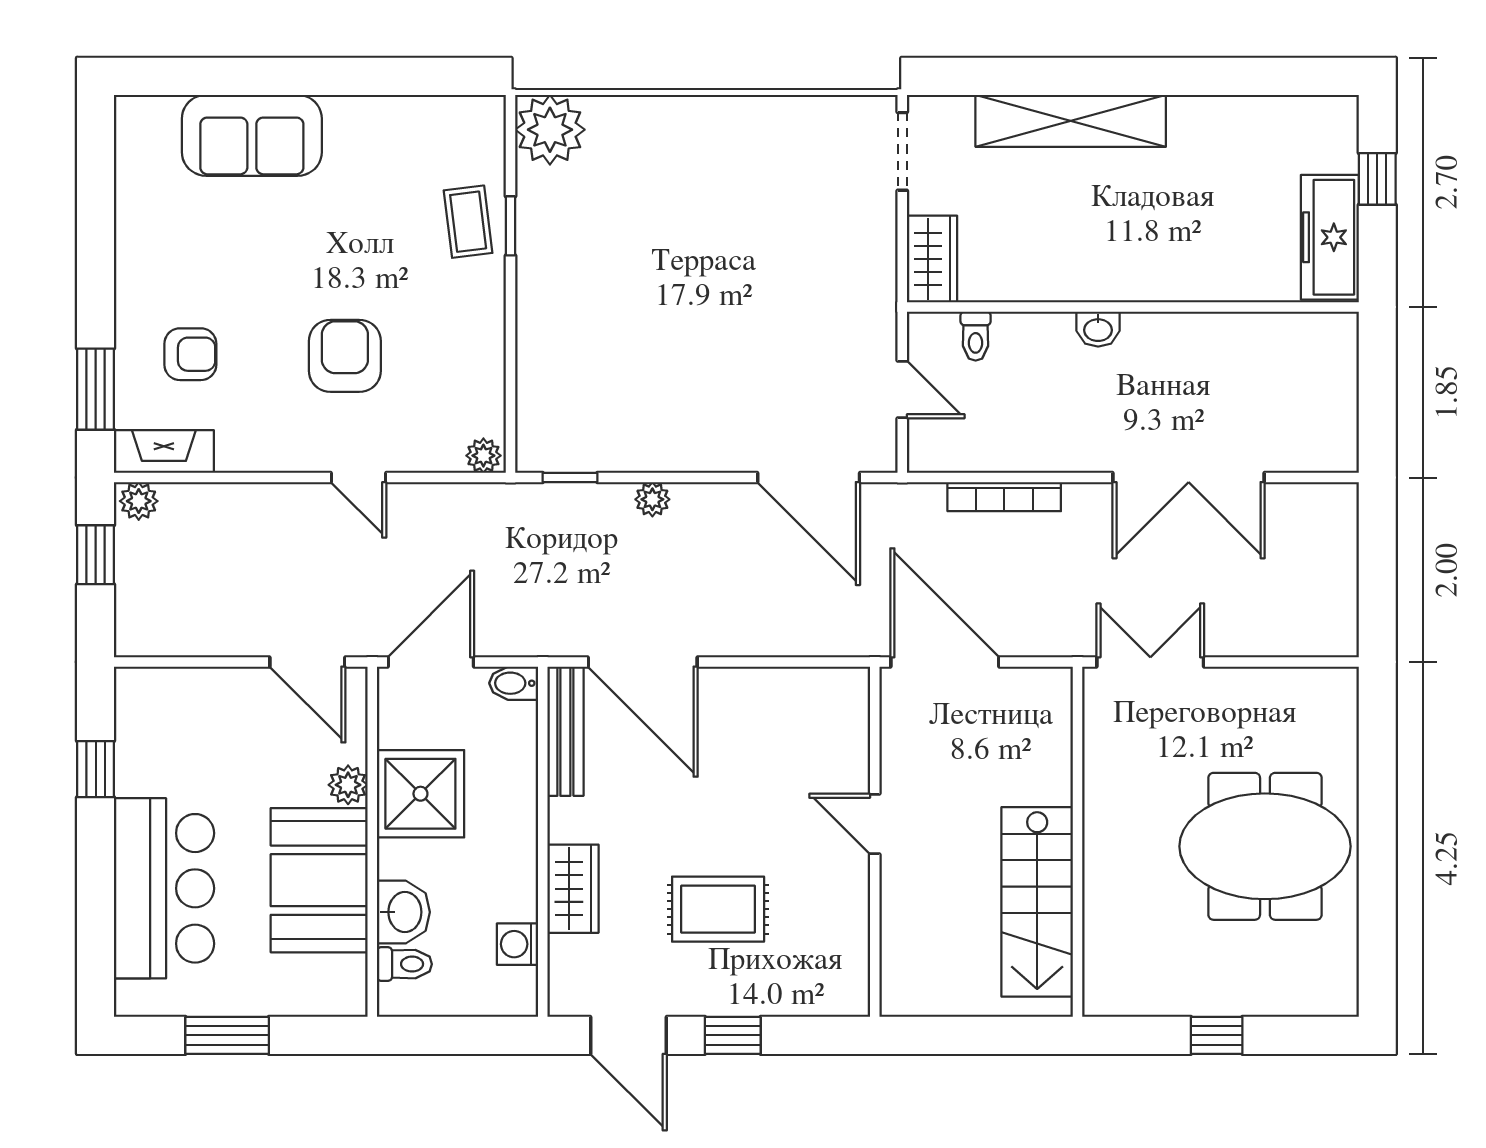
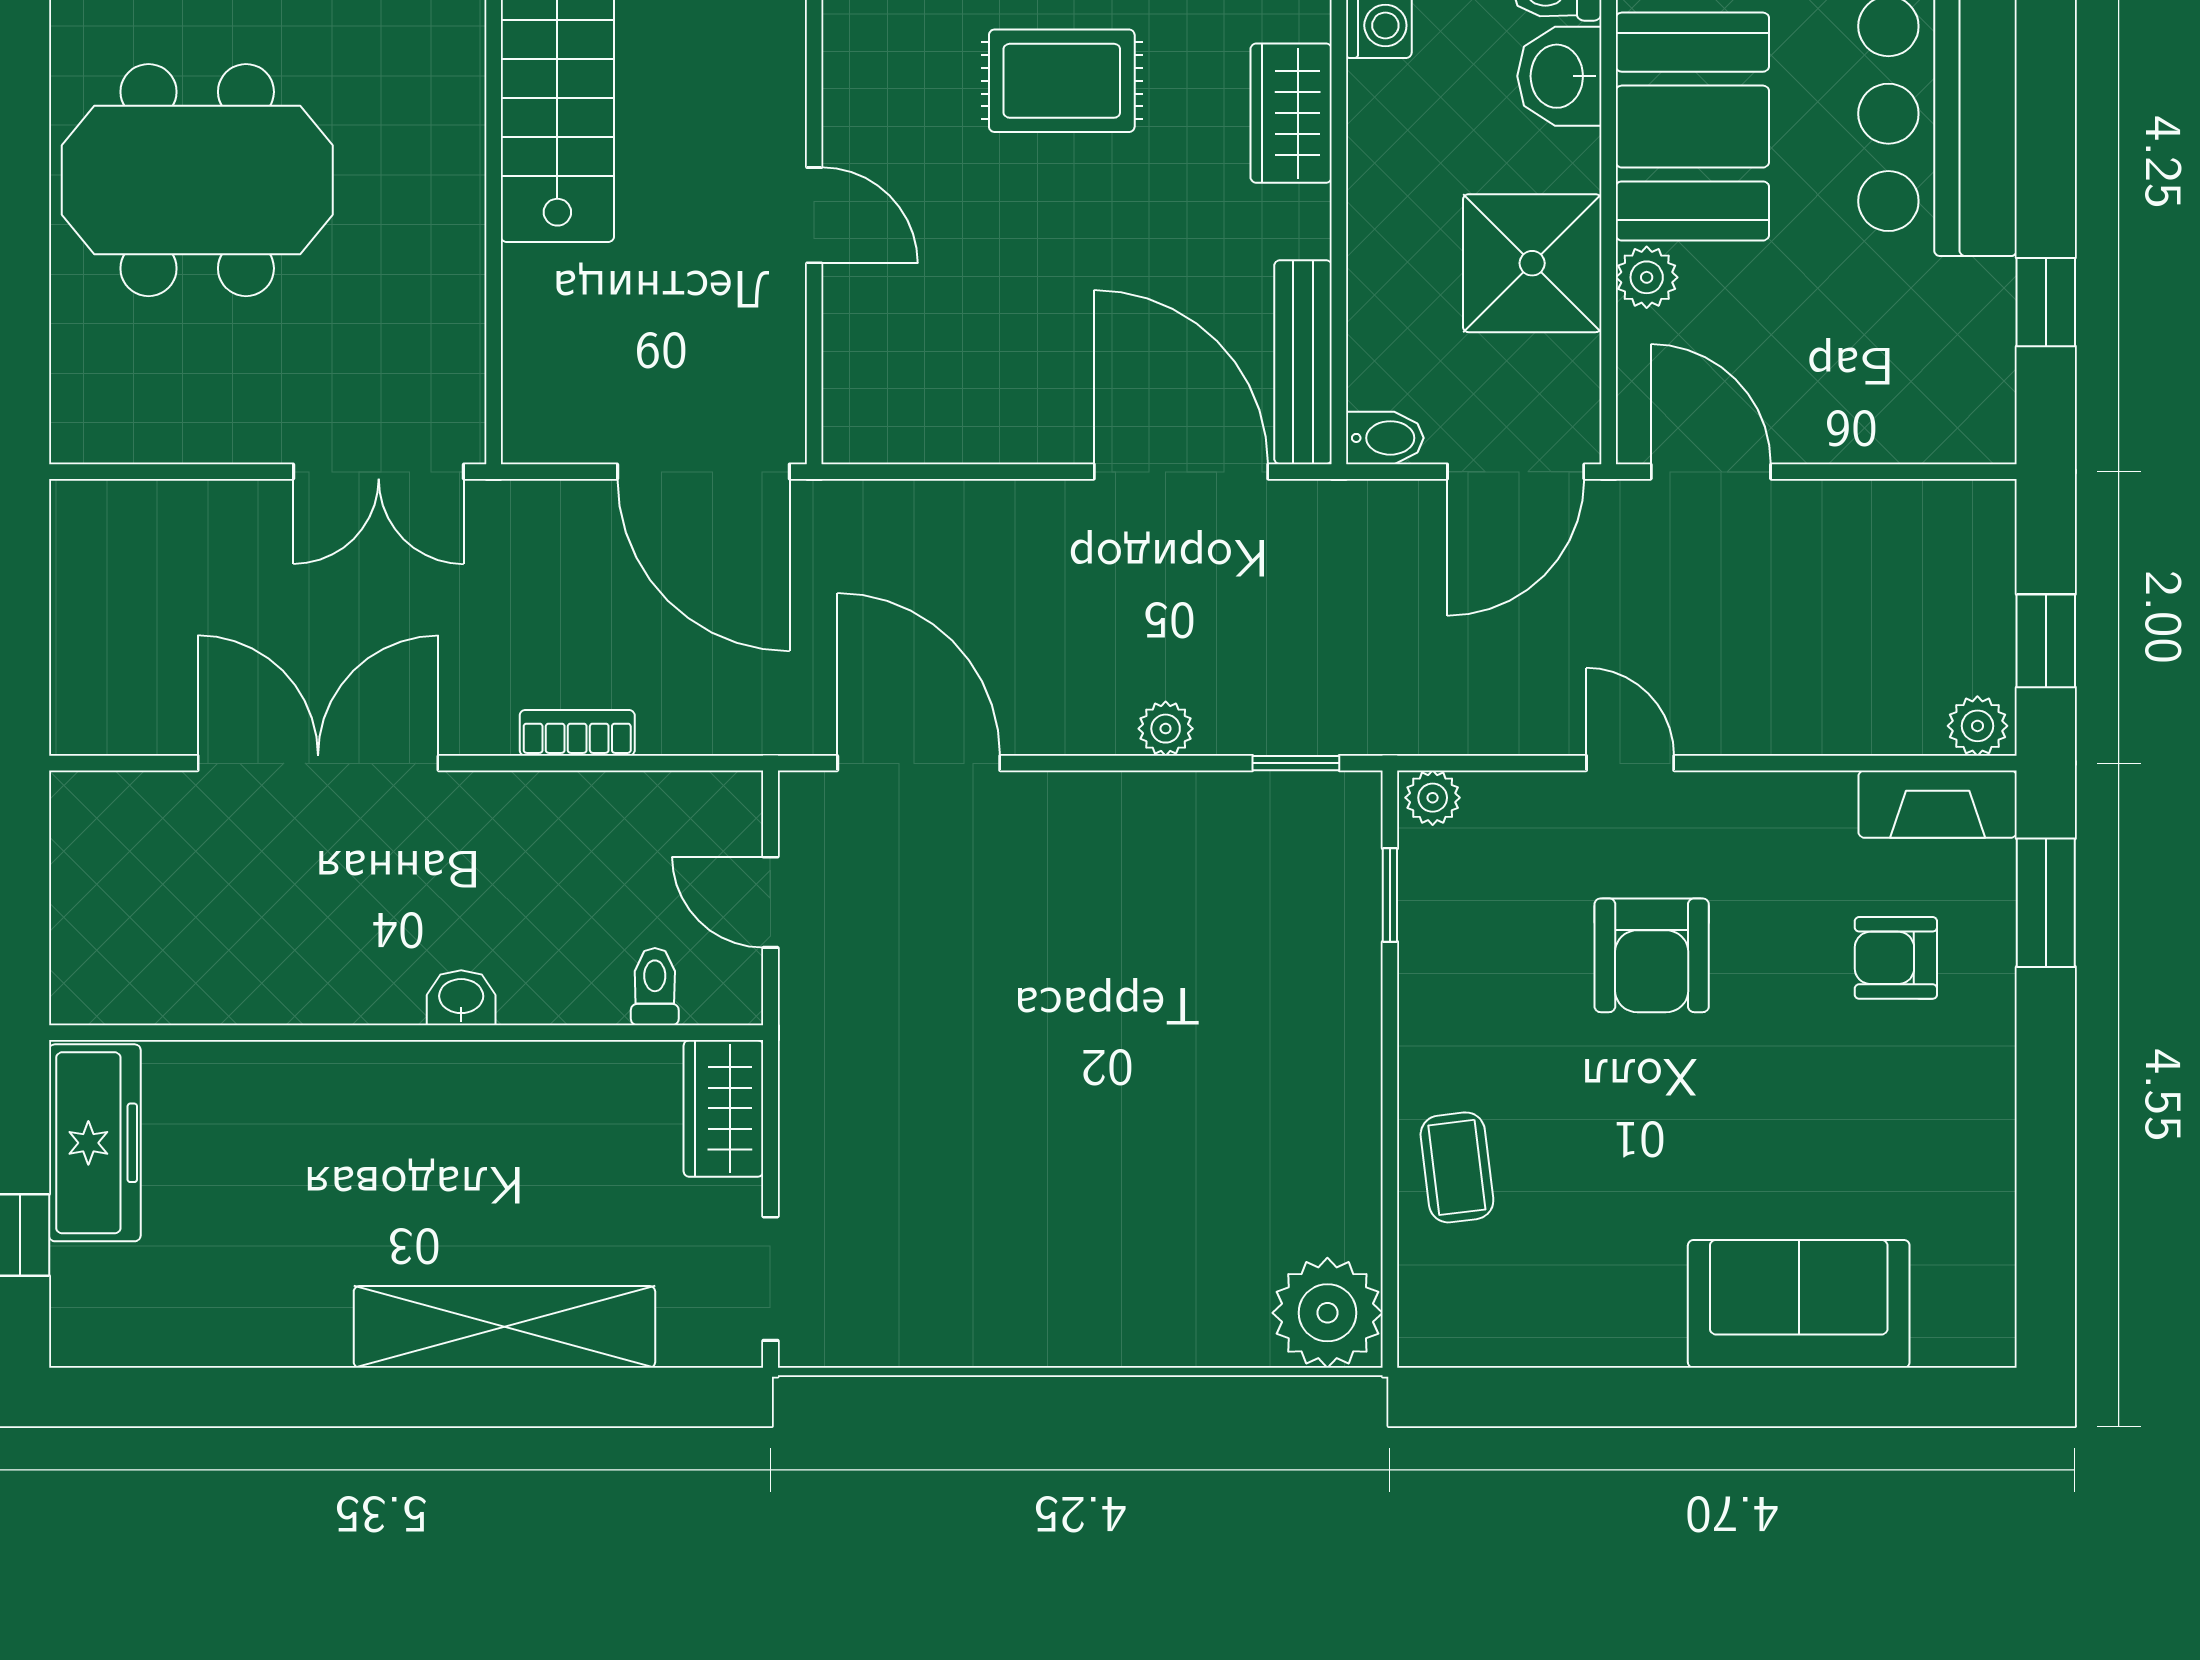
window: (510, 226) -> (1390, 895), moved
bookcase: (1004, 497) -> (577, 733), width x0.64

